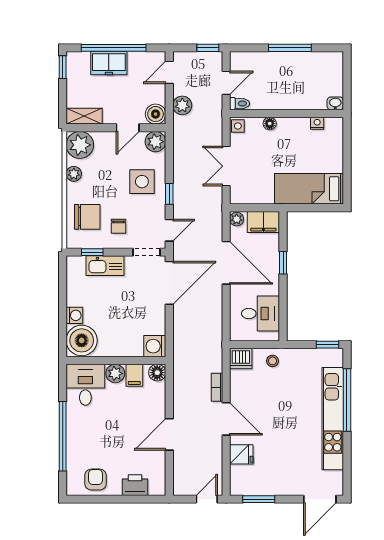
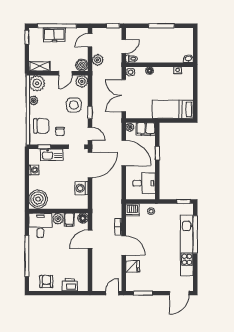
double door: (226, 166) -> (124, 96), width x1.37
door: (169, 230) -> (90, 134), hinge flipped
washing machine: (74, 315) -> (34, 170), moved
washing machine: (155, 346) -> (81, 188), moved
door: (169, 434) -> (90, 239), moved

